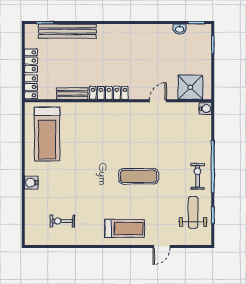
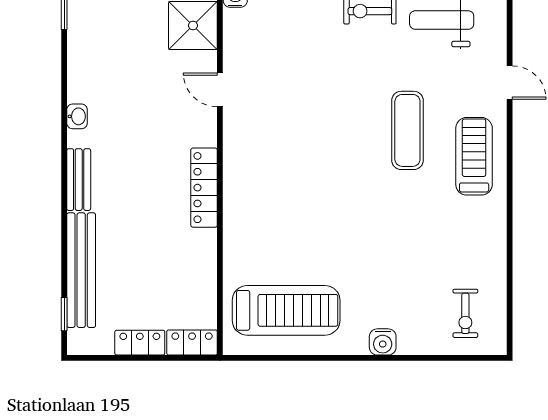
washbasin: (180, 29) -> (77, 116), moved
bench: (72, 94) -> (79, 180), moved
exercise mat: (139, 176) -> (407, 130), moved
exercise bike: (62, 221) -> (465, 313), moved

